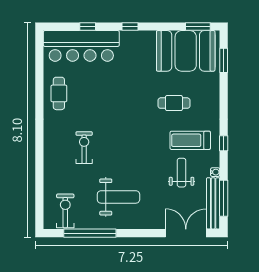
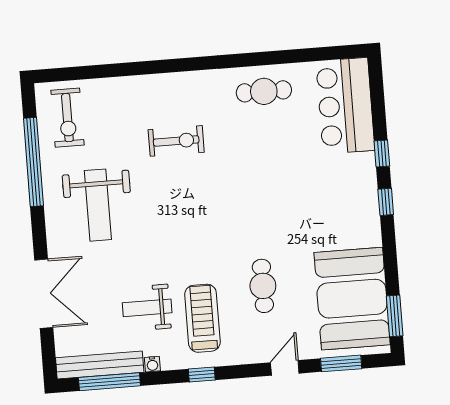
window: (88, 26) -> (382, 154), moved
bar counter: (81, 46) -> (345, 106), width x0.73
door: (224, 94) -> (285, 368), added
weight bench: (182, 173) -> (147, 308), turned 180
exercise bike: (65, 211) -> (67, 118), turned 90
double door: (186, 233) -> (44, 294), moved

